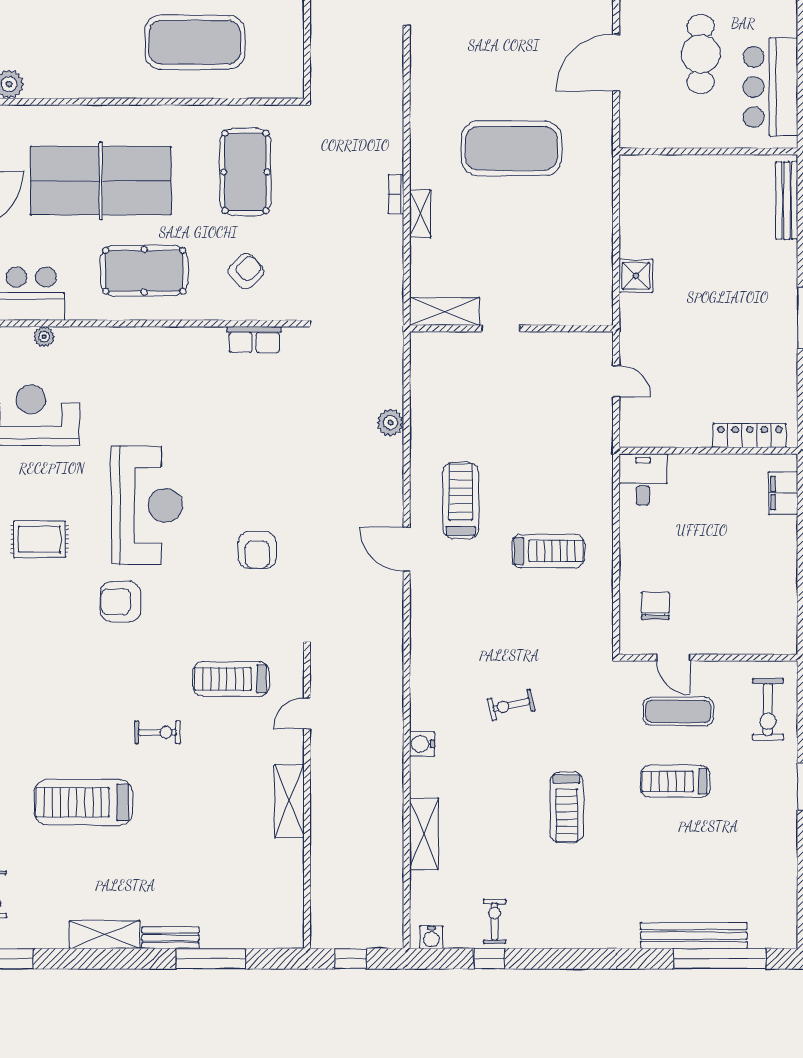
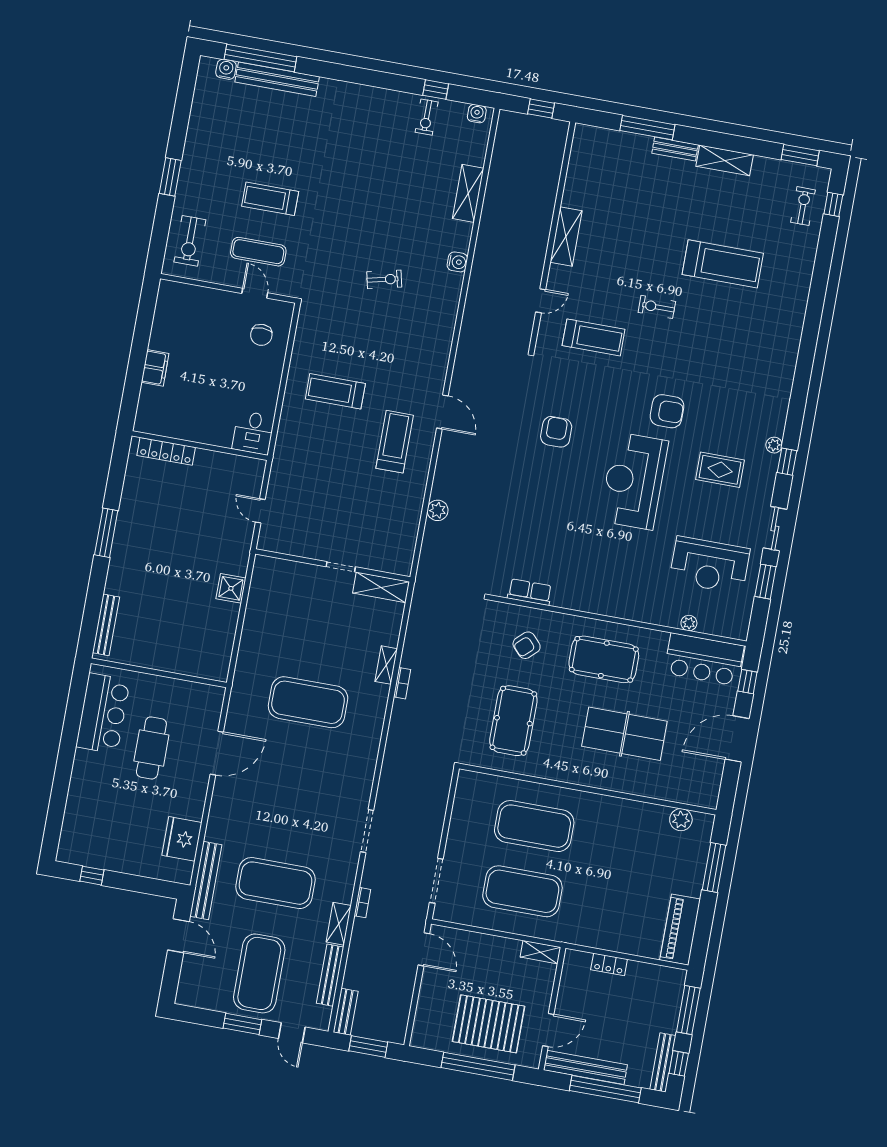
table tennis table: (101, 181) -> (624, 734), width x0.73, depth x0.76
filing cabinet: (783, 493) -> (155, 368), moved
treadmill: (461, 500) -> (395, 442), turned 180
exercise bike: (768, 709) -> (190, 241), turned 180
treadmill: (675, 781) -> (270, 199), turned 180
treadmill: (567, 807) -> (356, 194), removed
water cooler: (761, 936) -> (226, 69), added

